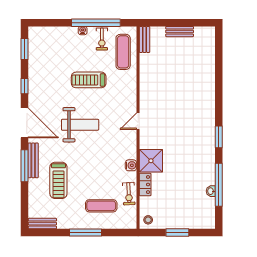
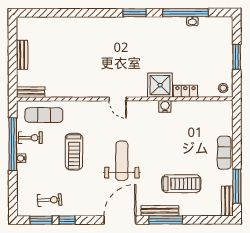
window: (25, 86) -> (67, 220), moved
exercise bike: (129, 194) -> (50, 200), moved
exercise mat: (101, 206) -> (224, 153), moved
window: (85, 233) -> (237, 186), moved

